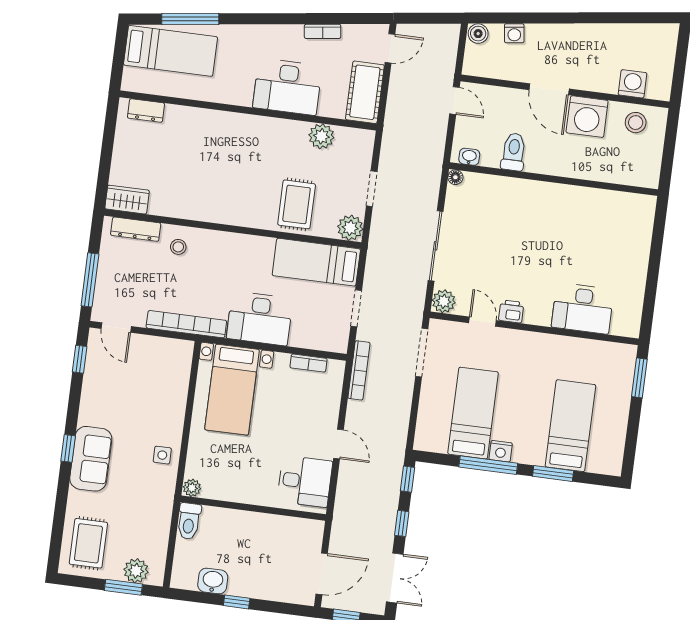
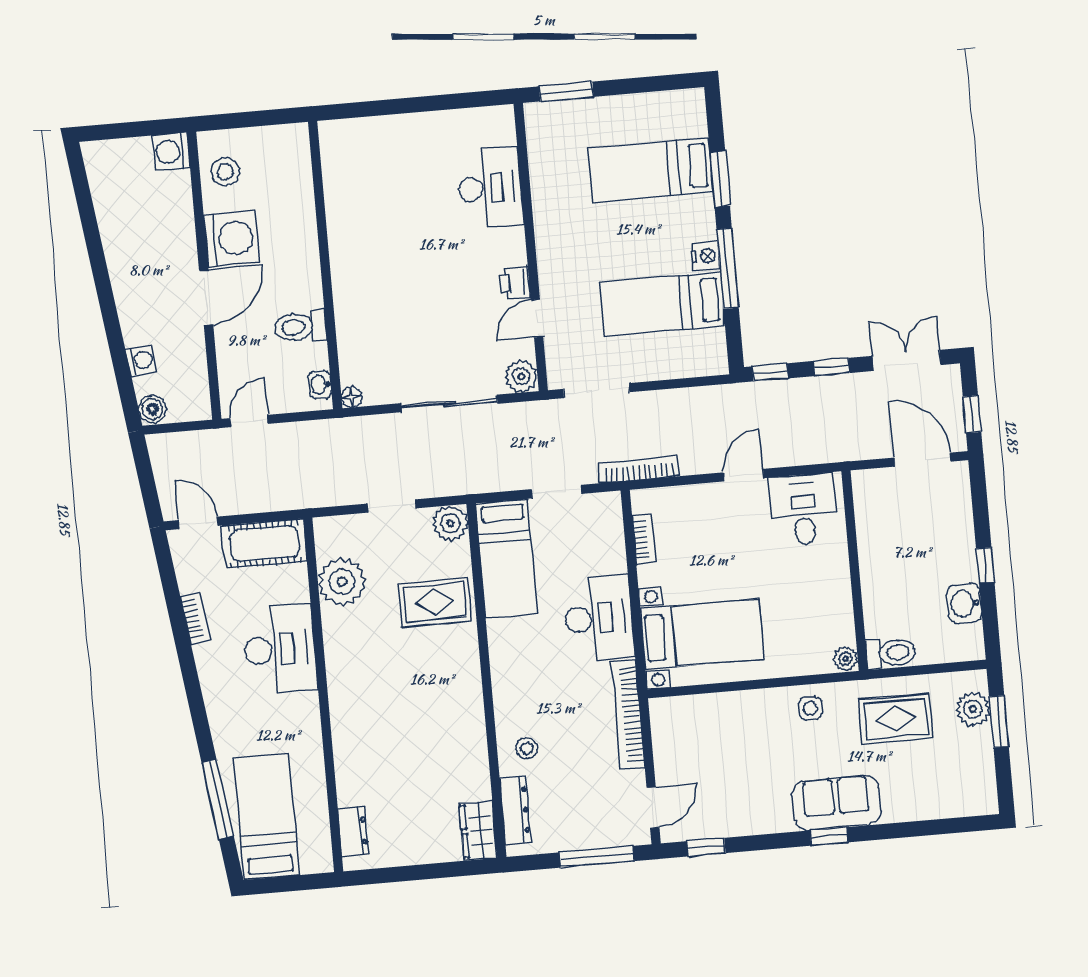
washing machine: (633, 84) -> (171, 152), moved
plant: (321, 136) -> (342, 582), width x1.36, depth x1.36
rug: (88, 543) -> (896, 719), moved

